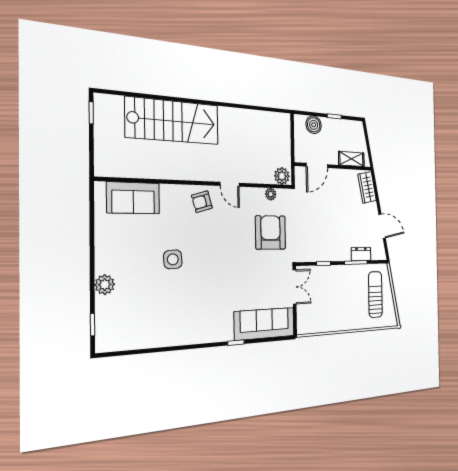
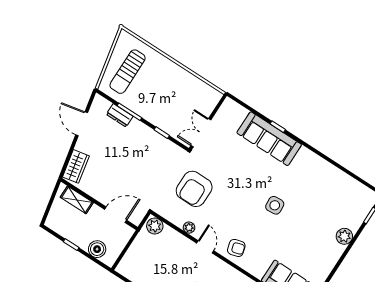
plant: (271, 194) -> (189, 228), moved
side table: (173, 259) -> (275, 205), moved
sofa: (265, 324) -> (269, 139), moved

